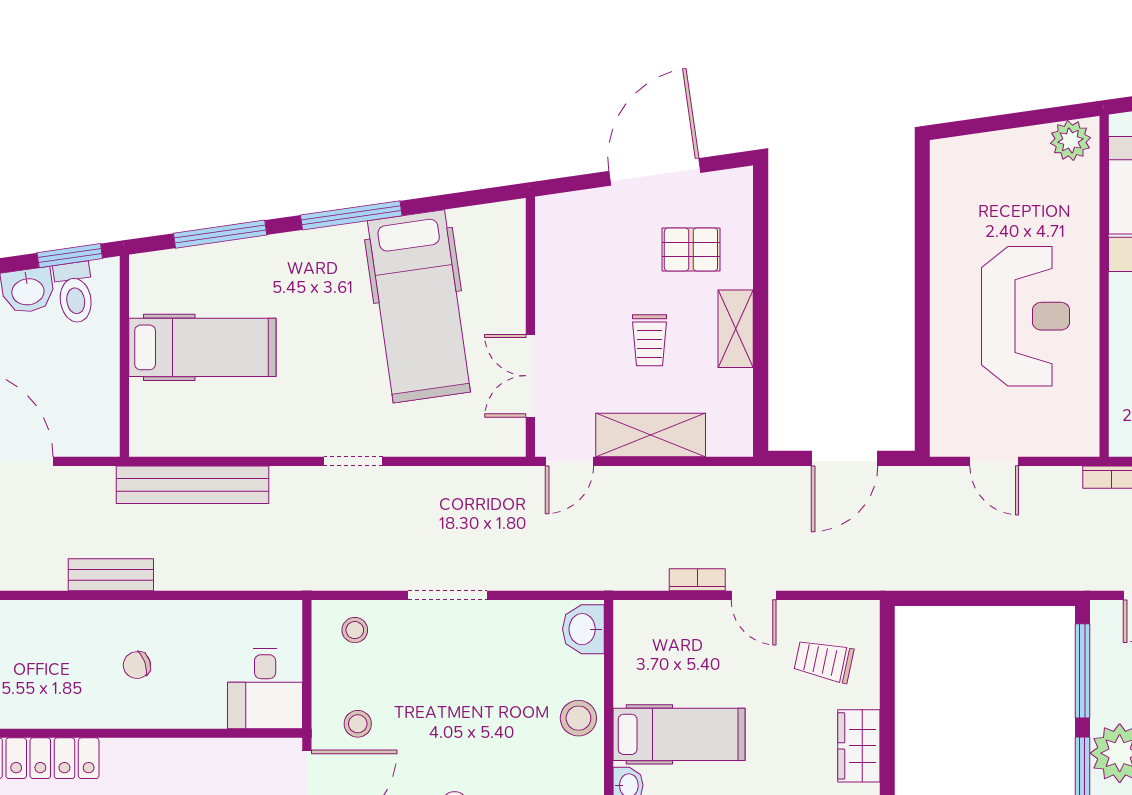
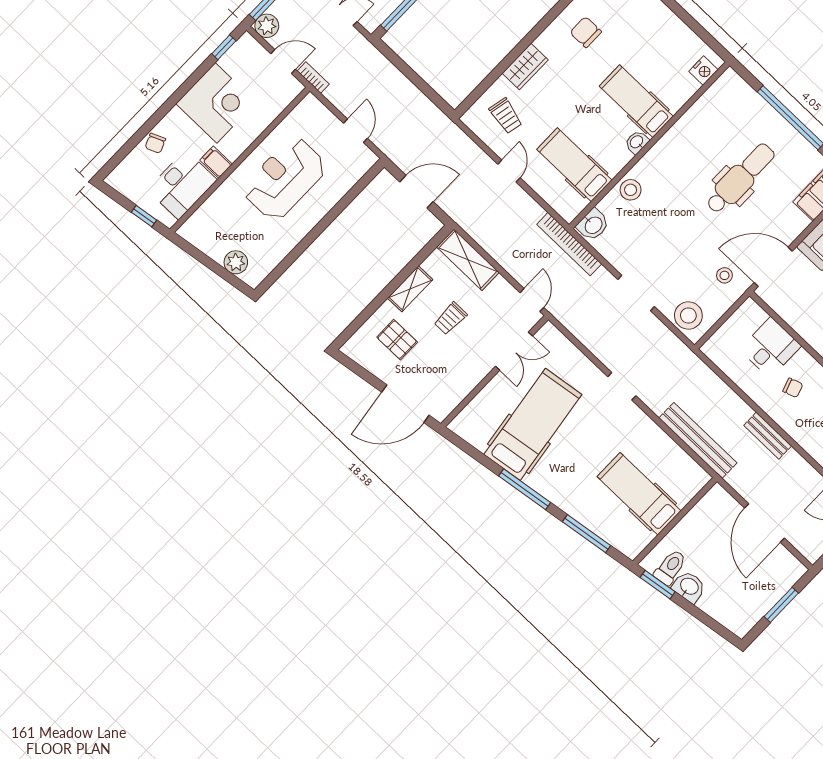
plant: (1070, 140) -> (236, 262), moved
door: (655, 172) -> (405, 404), moved
trolley: (650, 340) -> (450, 318), turned 180
shelving: (651, 435) -> (468, 260), moved
door: (569, 461) -> (532, 300), hinge flipped
bookcase: (697, 580) -> (569, 244), moved, width x2.31, depth x1.31
stool: (355, 630) -> (688, 315), width x1.89, depth x1.89
desk: (265, 688) -> (770, 348), moved
hospital bed: (679, 734) -> (574, 165), moved

